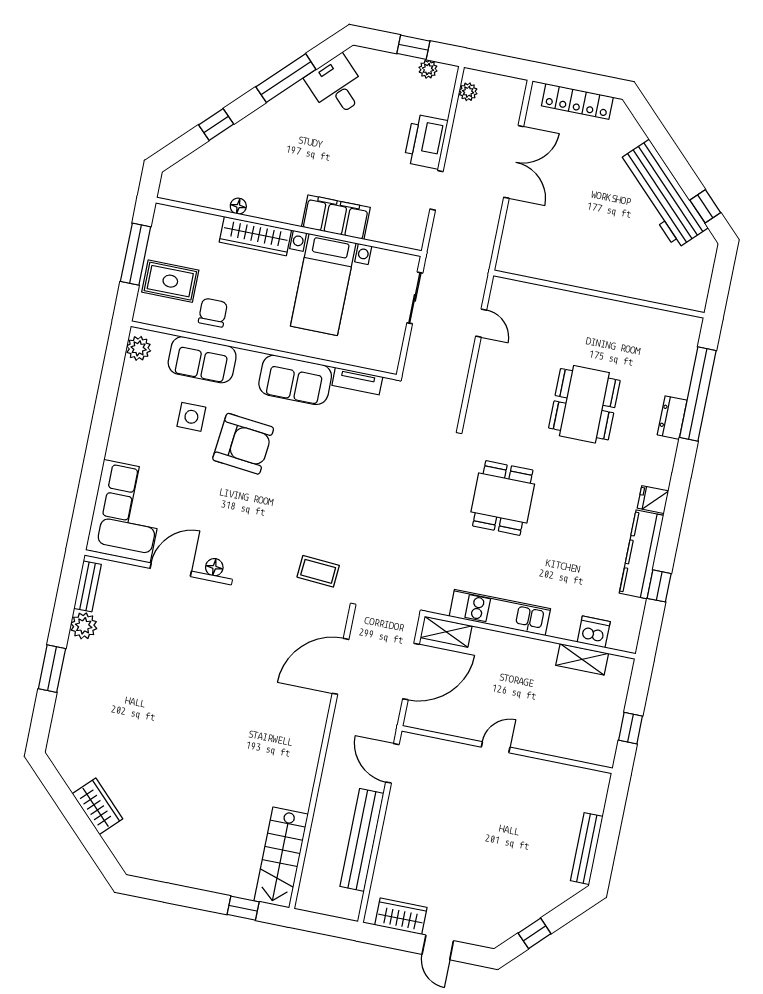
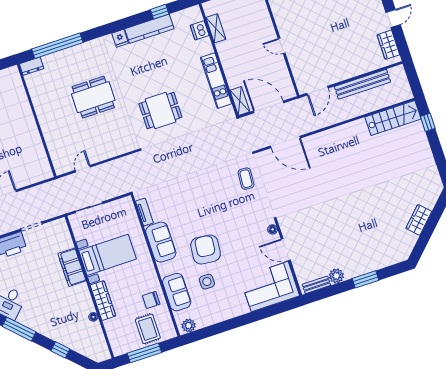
dresser: (672, 418) -> (32, 66), moved

